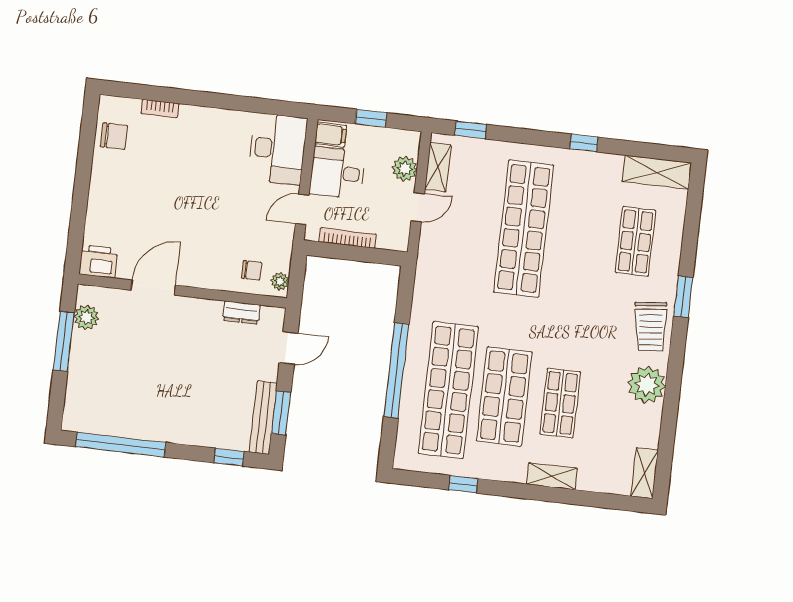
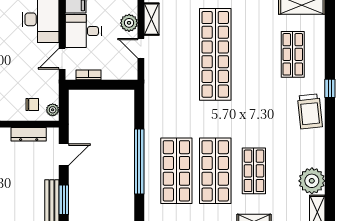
door: (418, 207) -> (141, 48), swing flipped
bookcase: (348, 238) -> (88, 75), width x0.64
window: (683, 297) -> (330, 88), width x0.67
dresser: (241, 313) -> (29, 134), width x1.44
plant: (647, 385) -> (312, 181), moved
shop shelf: (448, 390) -> (176, 171), width x0.71

